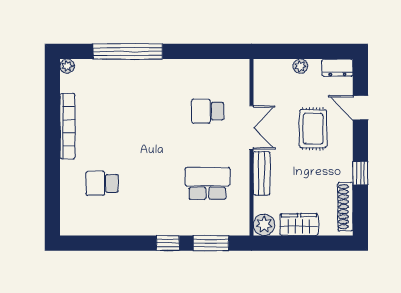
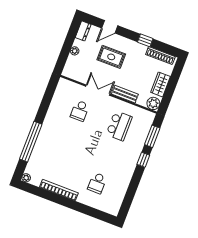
school desk: (208, 183) -> (119, 126), turned 180

